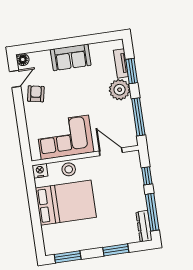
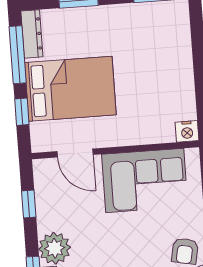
window: (138, 117) -> (29, 204), width x0.46
stool: (69, 169) -> (142, 130), removed
bed: (66, 203) -> (70, 89), moved, turned 180

